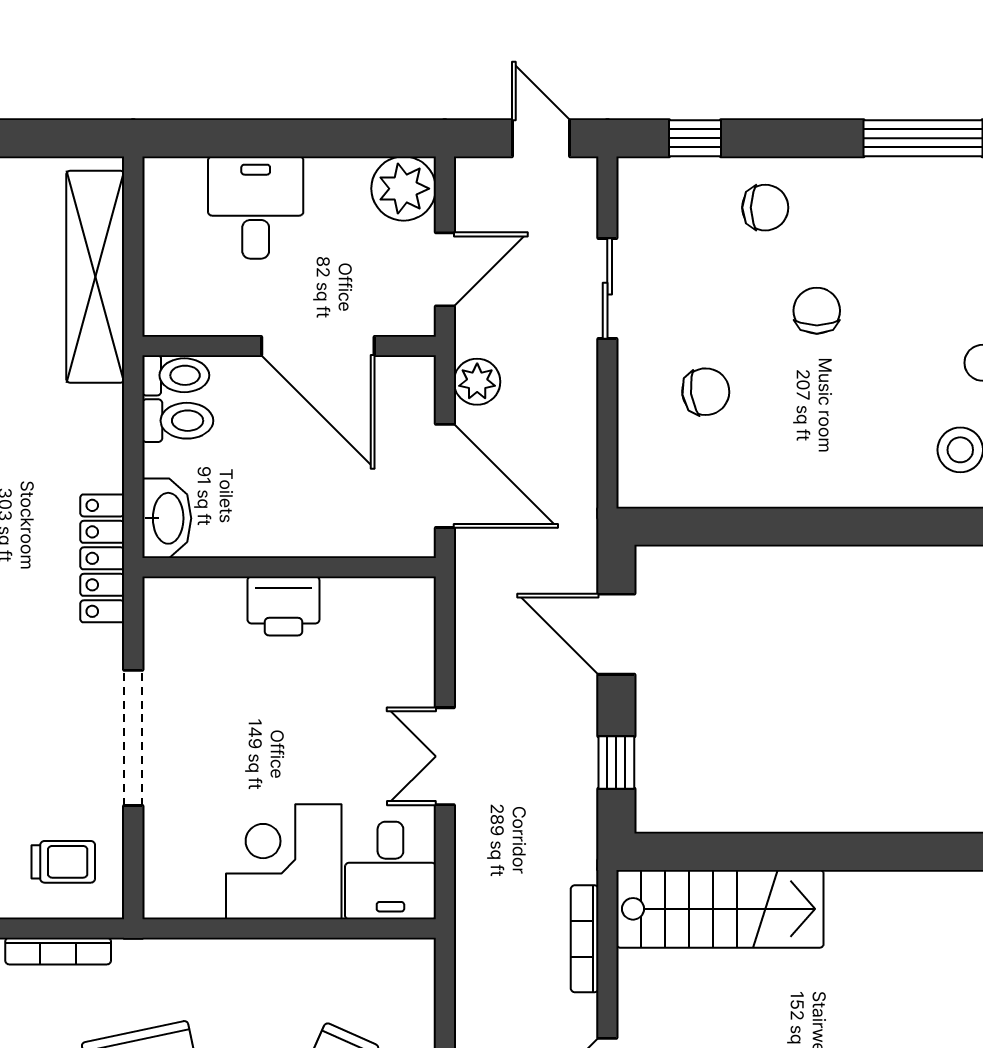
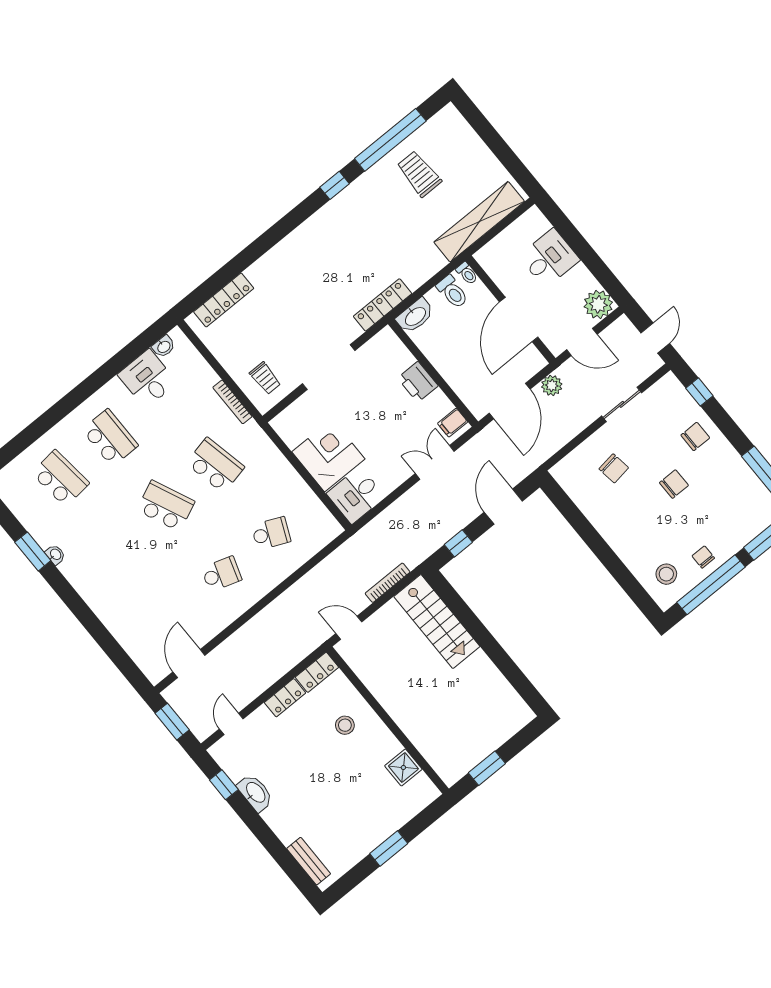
chair: (765, 208) -> (695, 436), turned -90
toilet: (176, 375) -> (467, 273), width x0.73, depth x0.72
filing cabinet: (402, 603) -> (453, 423), added
double door: (445, 756) -> (435, 462), moved

